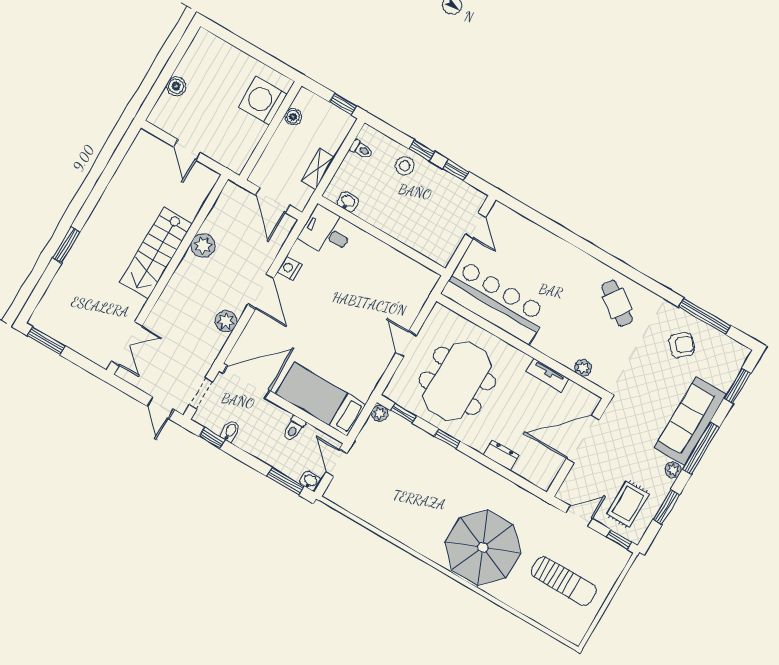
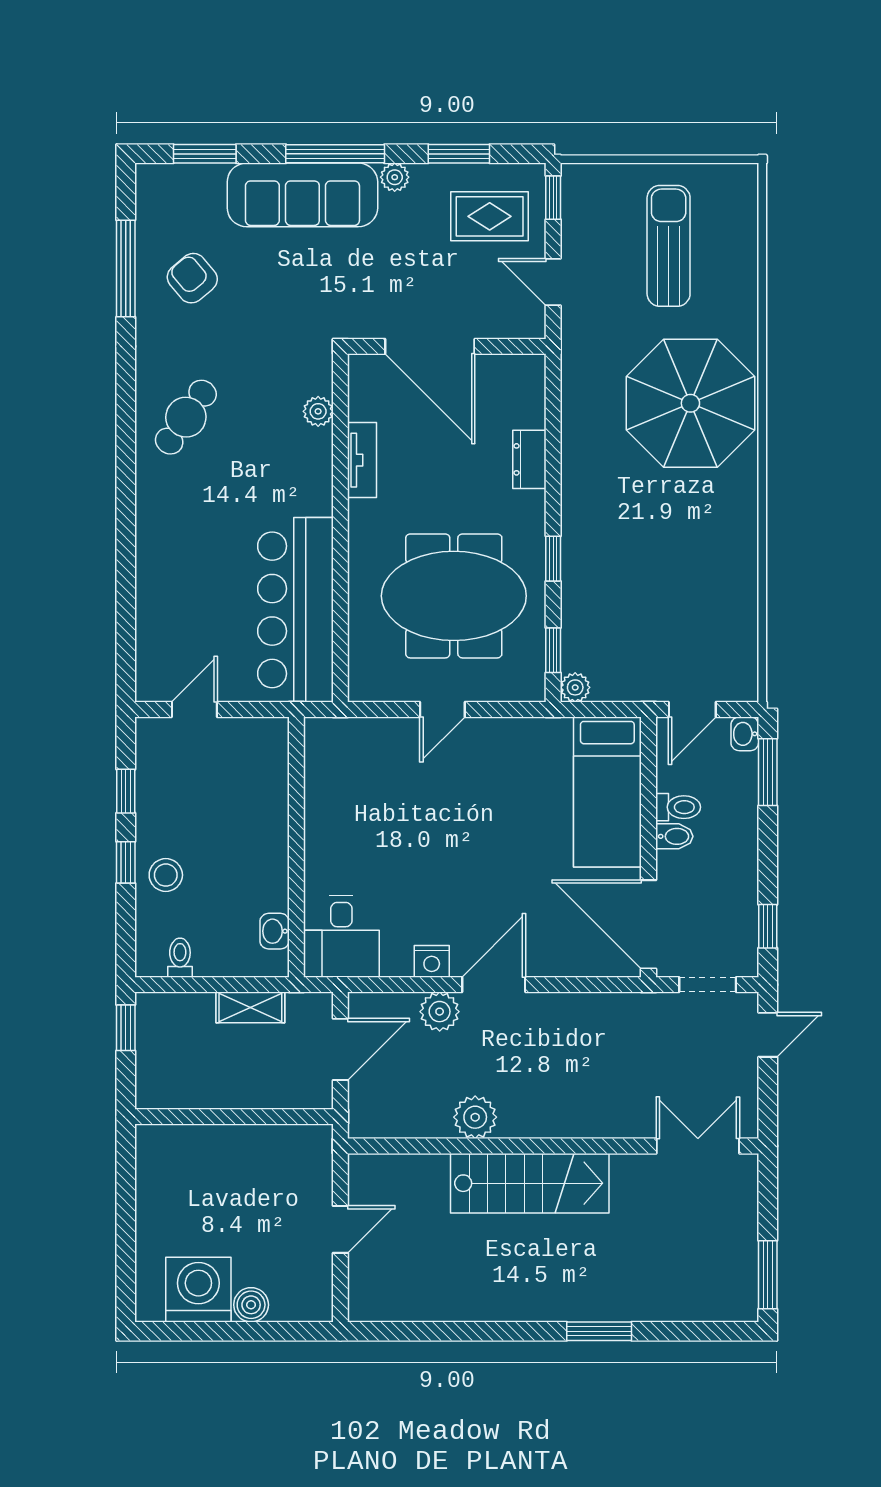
washing machine: (263, 101) -> (198, 1290), moved, turned 180
boiler: (293, 117) -> (192, 1094), removed
plant: (226, 321) -> (440, 1012), moved
bidet: (230, 431) -> (674, 836), moved, turned 180

